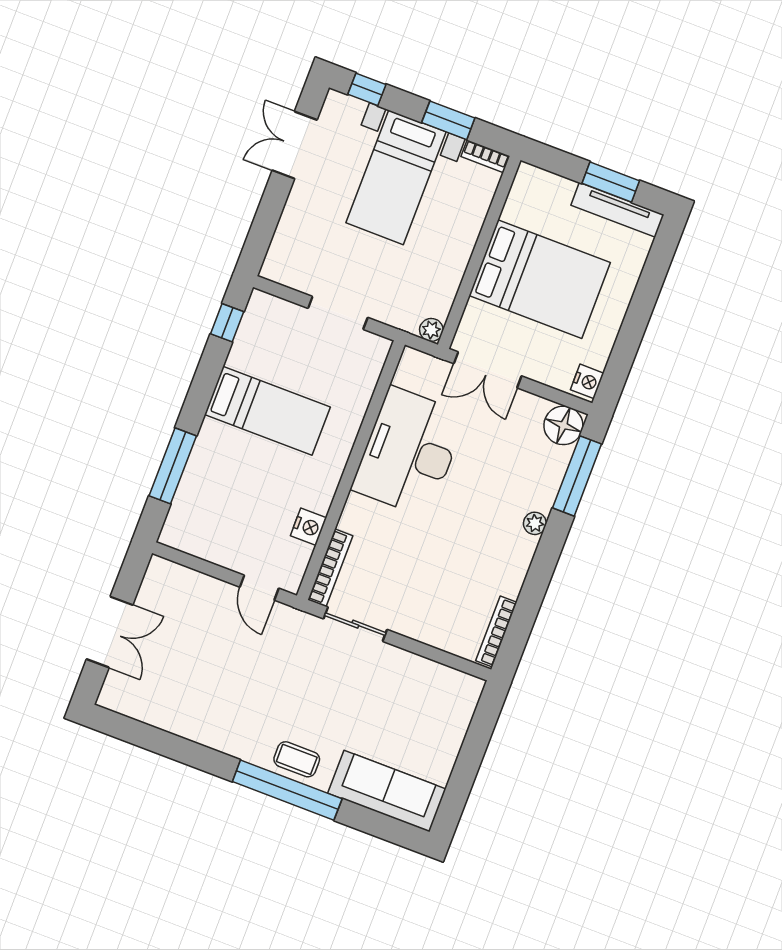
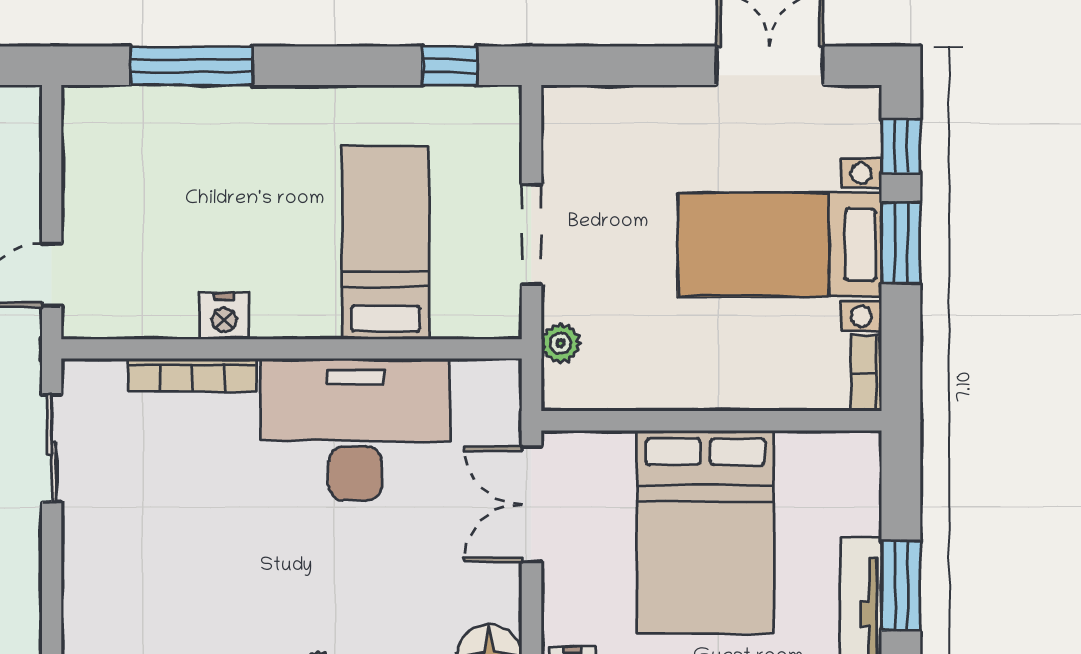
window: (448, 120) -> (901, 243), moved
plant: (431, 330) -> (561, 343), moved
bed: (267, 411) -> (385, 242), moved, turned 180
nightstand: (308, 527) -> (224, 316), moved
bookcase: (330, 568) -> (192, 375), moved

